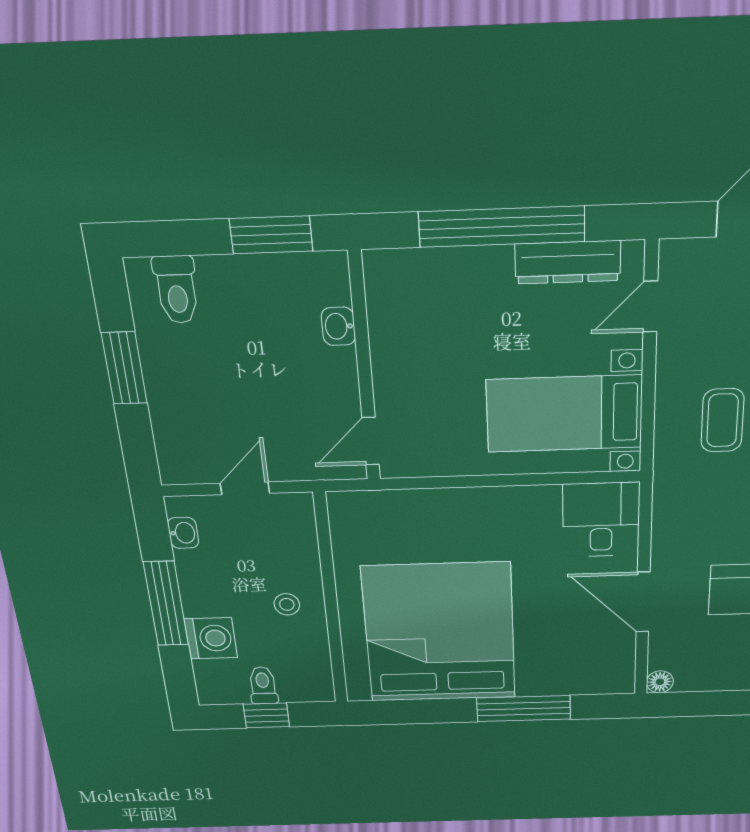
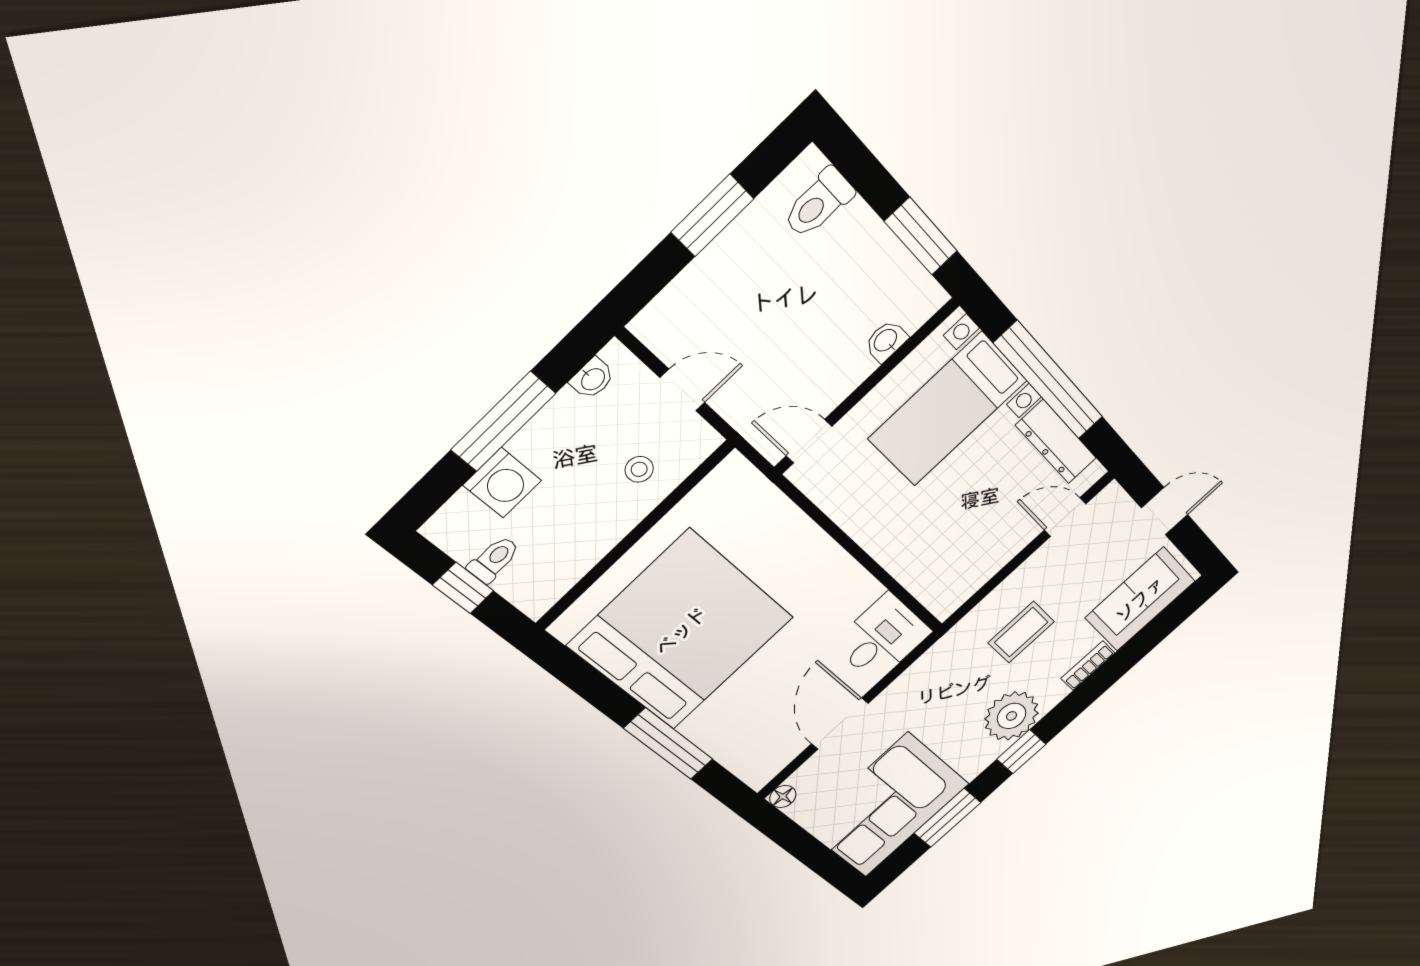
bed with nightstands: (564, 414) -> (948, 410), moved, turned -90
stool: (287, 604) -> (639, 469), moved

